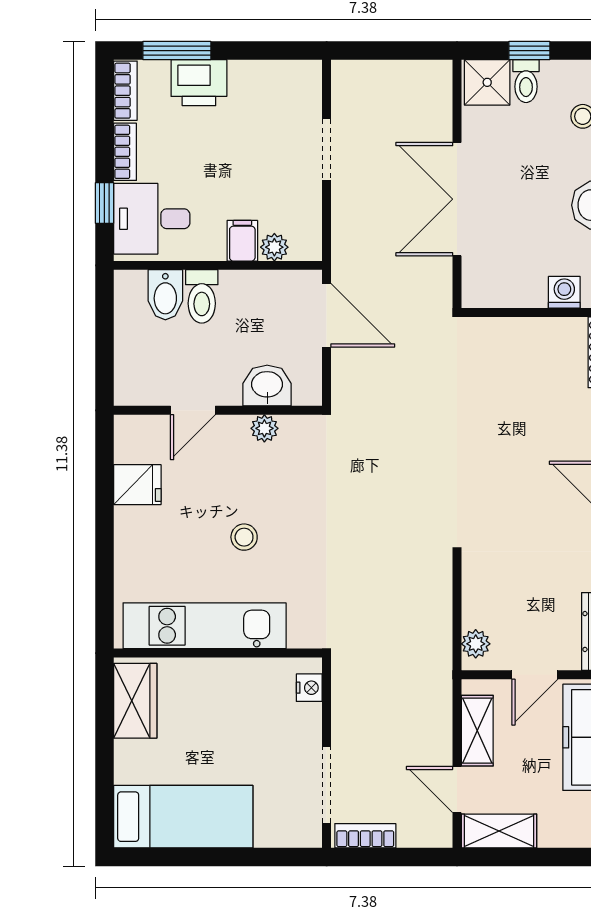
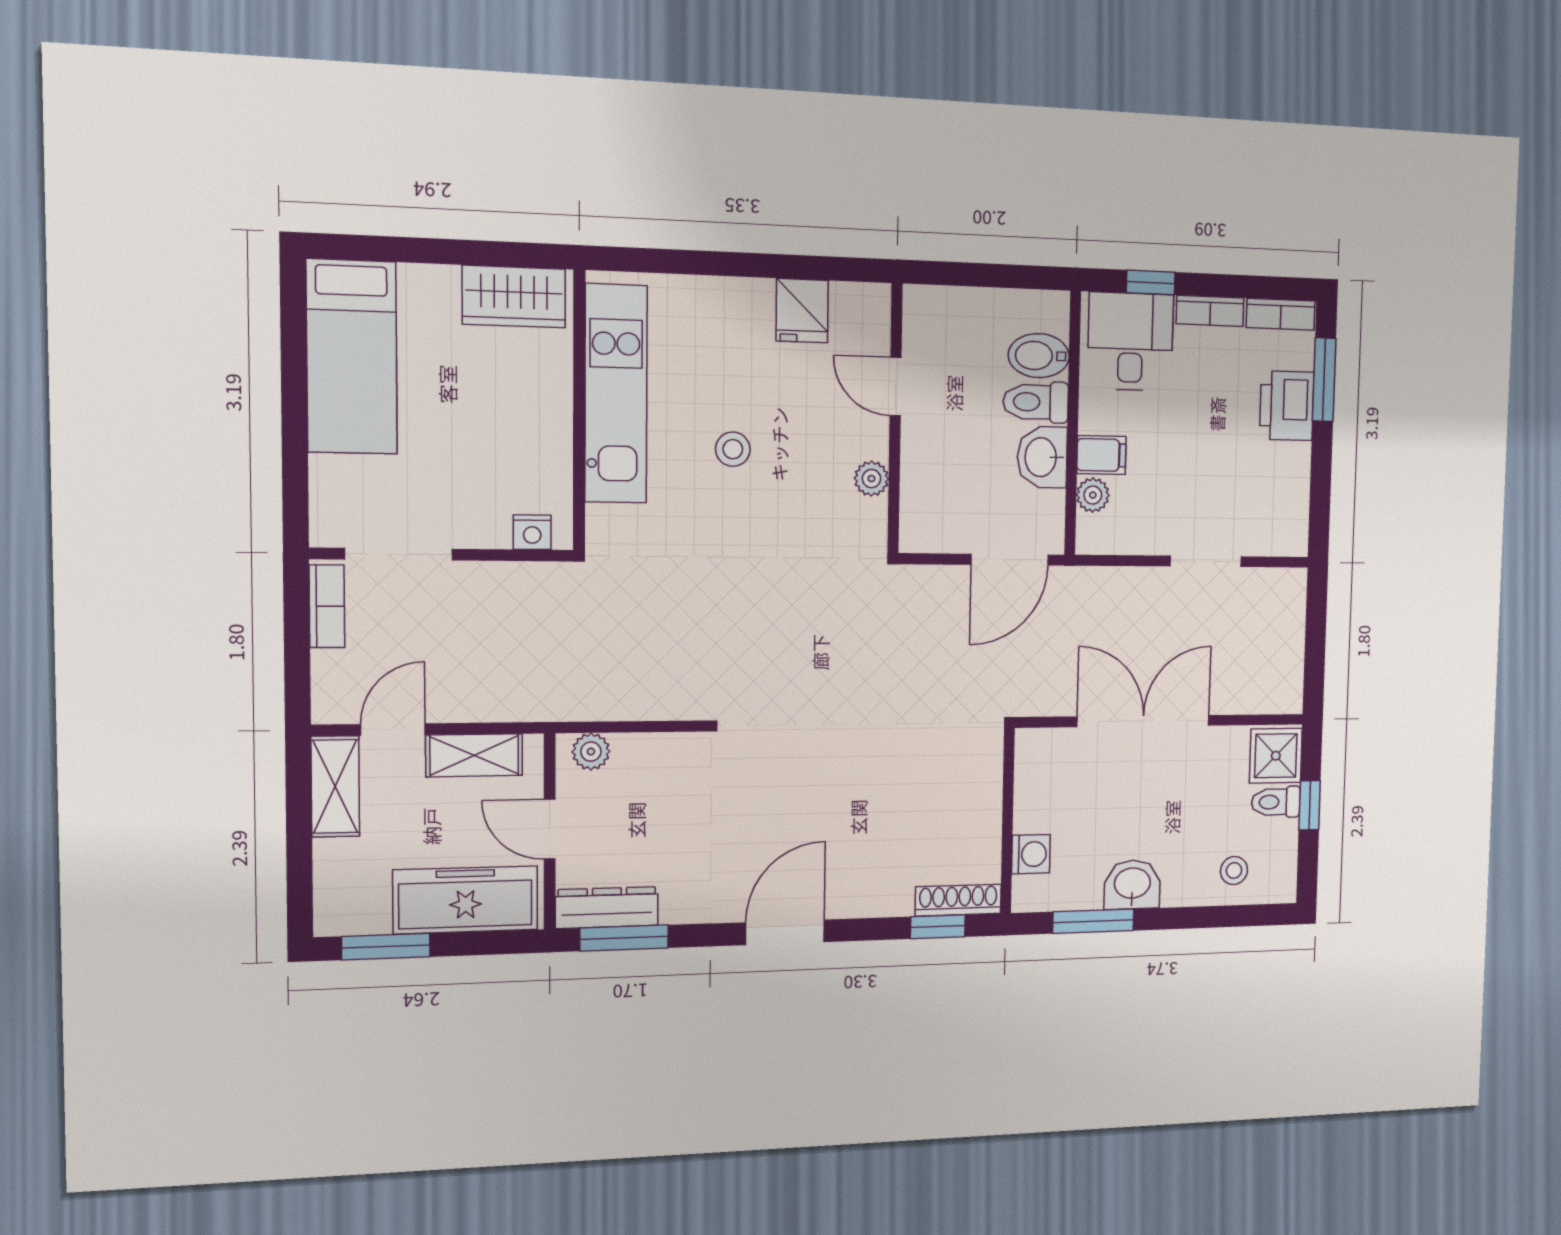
washbasin: (267, 386) -> (1042, 457), moved, turned 180

